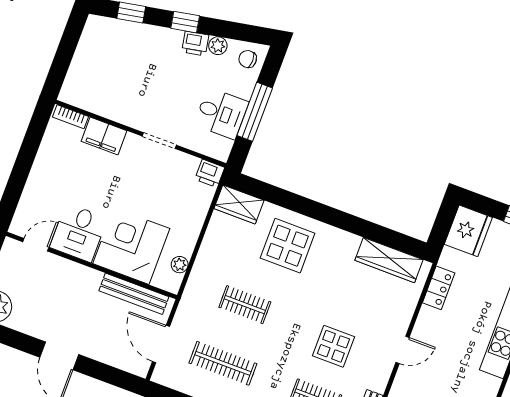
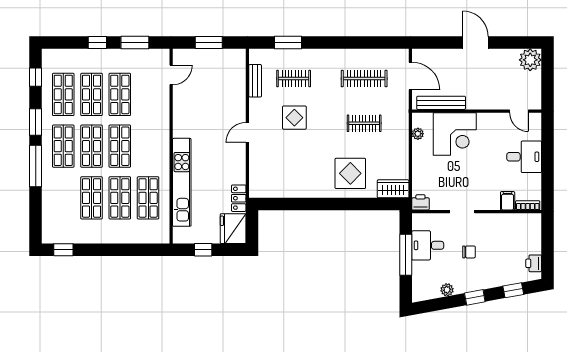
printer: (195, 43) -> (534, 263), moved, turned -80
chair: (248, 59) -> (469, 252), moved
filing cabinet: (104, 136) -> (508, 201), width x0.50
desk: (79, 233) -> (524, 157), moved, turned 90
door: (36, 245) -> (519, 111), hinge flipped
wardrobe: (389, 260) -> (279, 189), removed
locker: (439, 288) -> (239, 198), moved

